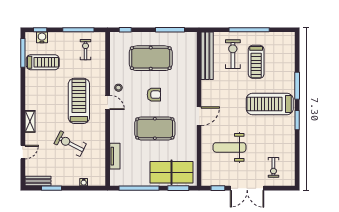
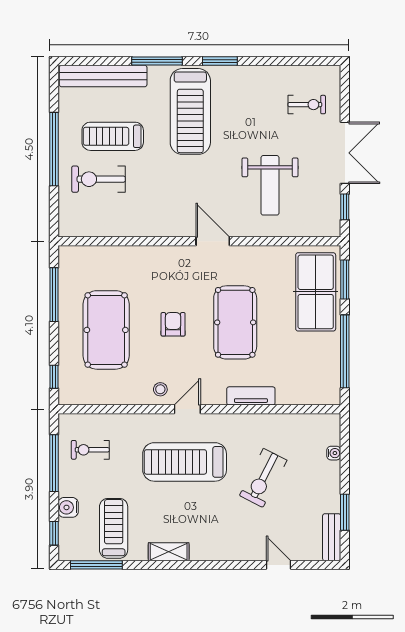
water cooler: (42, 37) -> (68, 507), moved
bench: (207, 56) -> (103, 76), moved
treadmill: (256, 62) -> (113, 136), turned 180
shelving: (30, 121) -> (169, 552), moved
tv unit: (115, 156) -> (251, 396), moved

